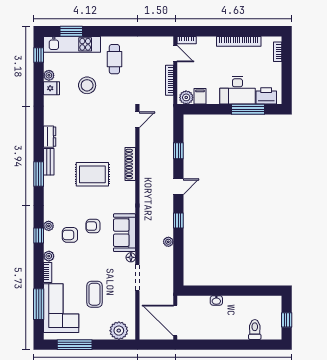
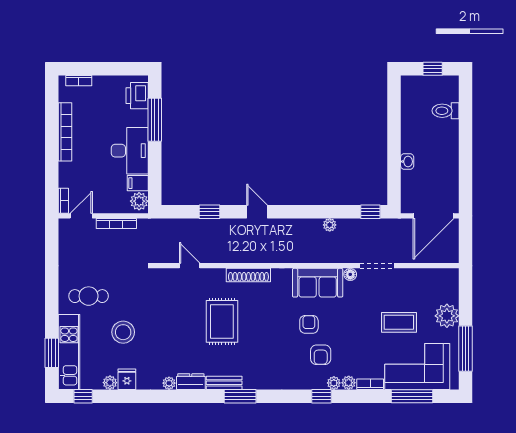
desk: (237, 90) -> (130, 151), moved
plant: (48, 120) -> (169, 383), added
door: (137, 120) -> (190, 266), moved
shoe rack: (130, 164) -> (248, 275), moved
rug: (92, 174) -> (222, 321), moved
window: (178, 221) -> (370, 212), moved
plant: (49, 226) -> (334, 383), moved
armchair: (93, 226) -> (309, 324), turned 180
plant: (119, 331) -> (447, 316), moved

